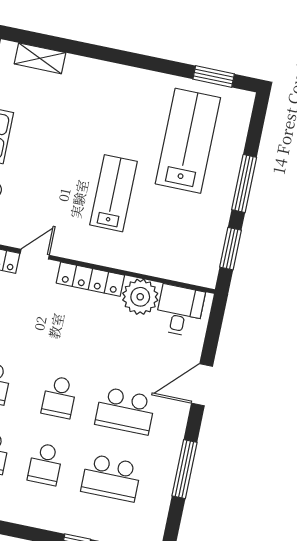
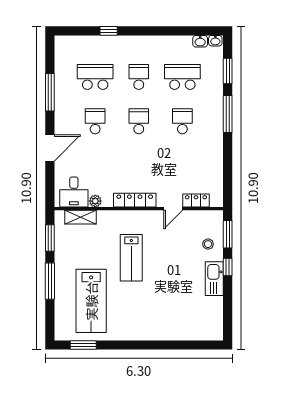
shelving: (40, 58) -> (81, 217), moved
plant: (140, 297) -> (95, 201), width x0.53, depth x0.53
school desk: (125, 411) -> (95, 121), width x0.54

